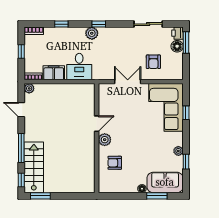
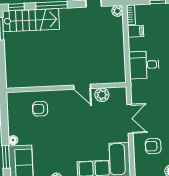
filing cabinet: (54, 73) -> (136, 31), width x0.50
plant: (105, 140) -> (102, 95), moved
armchair: (115, 163) -> (40, 109), turned -90

